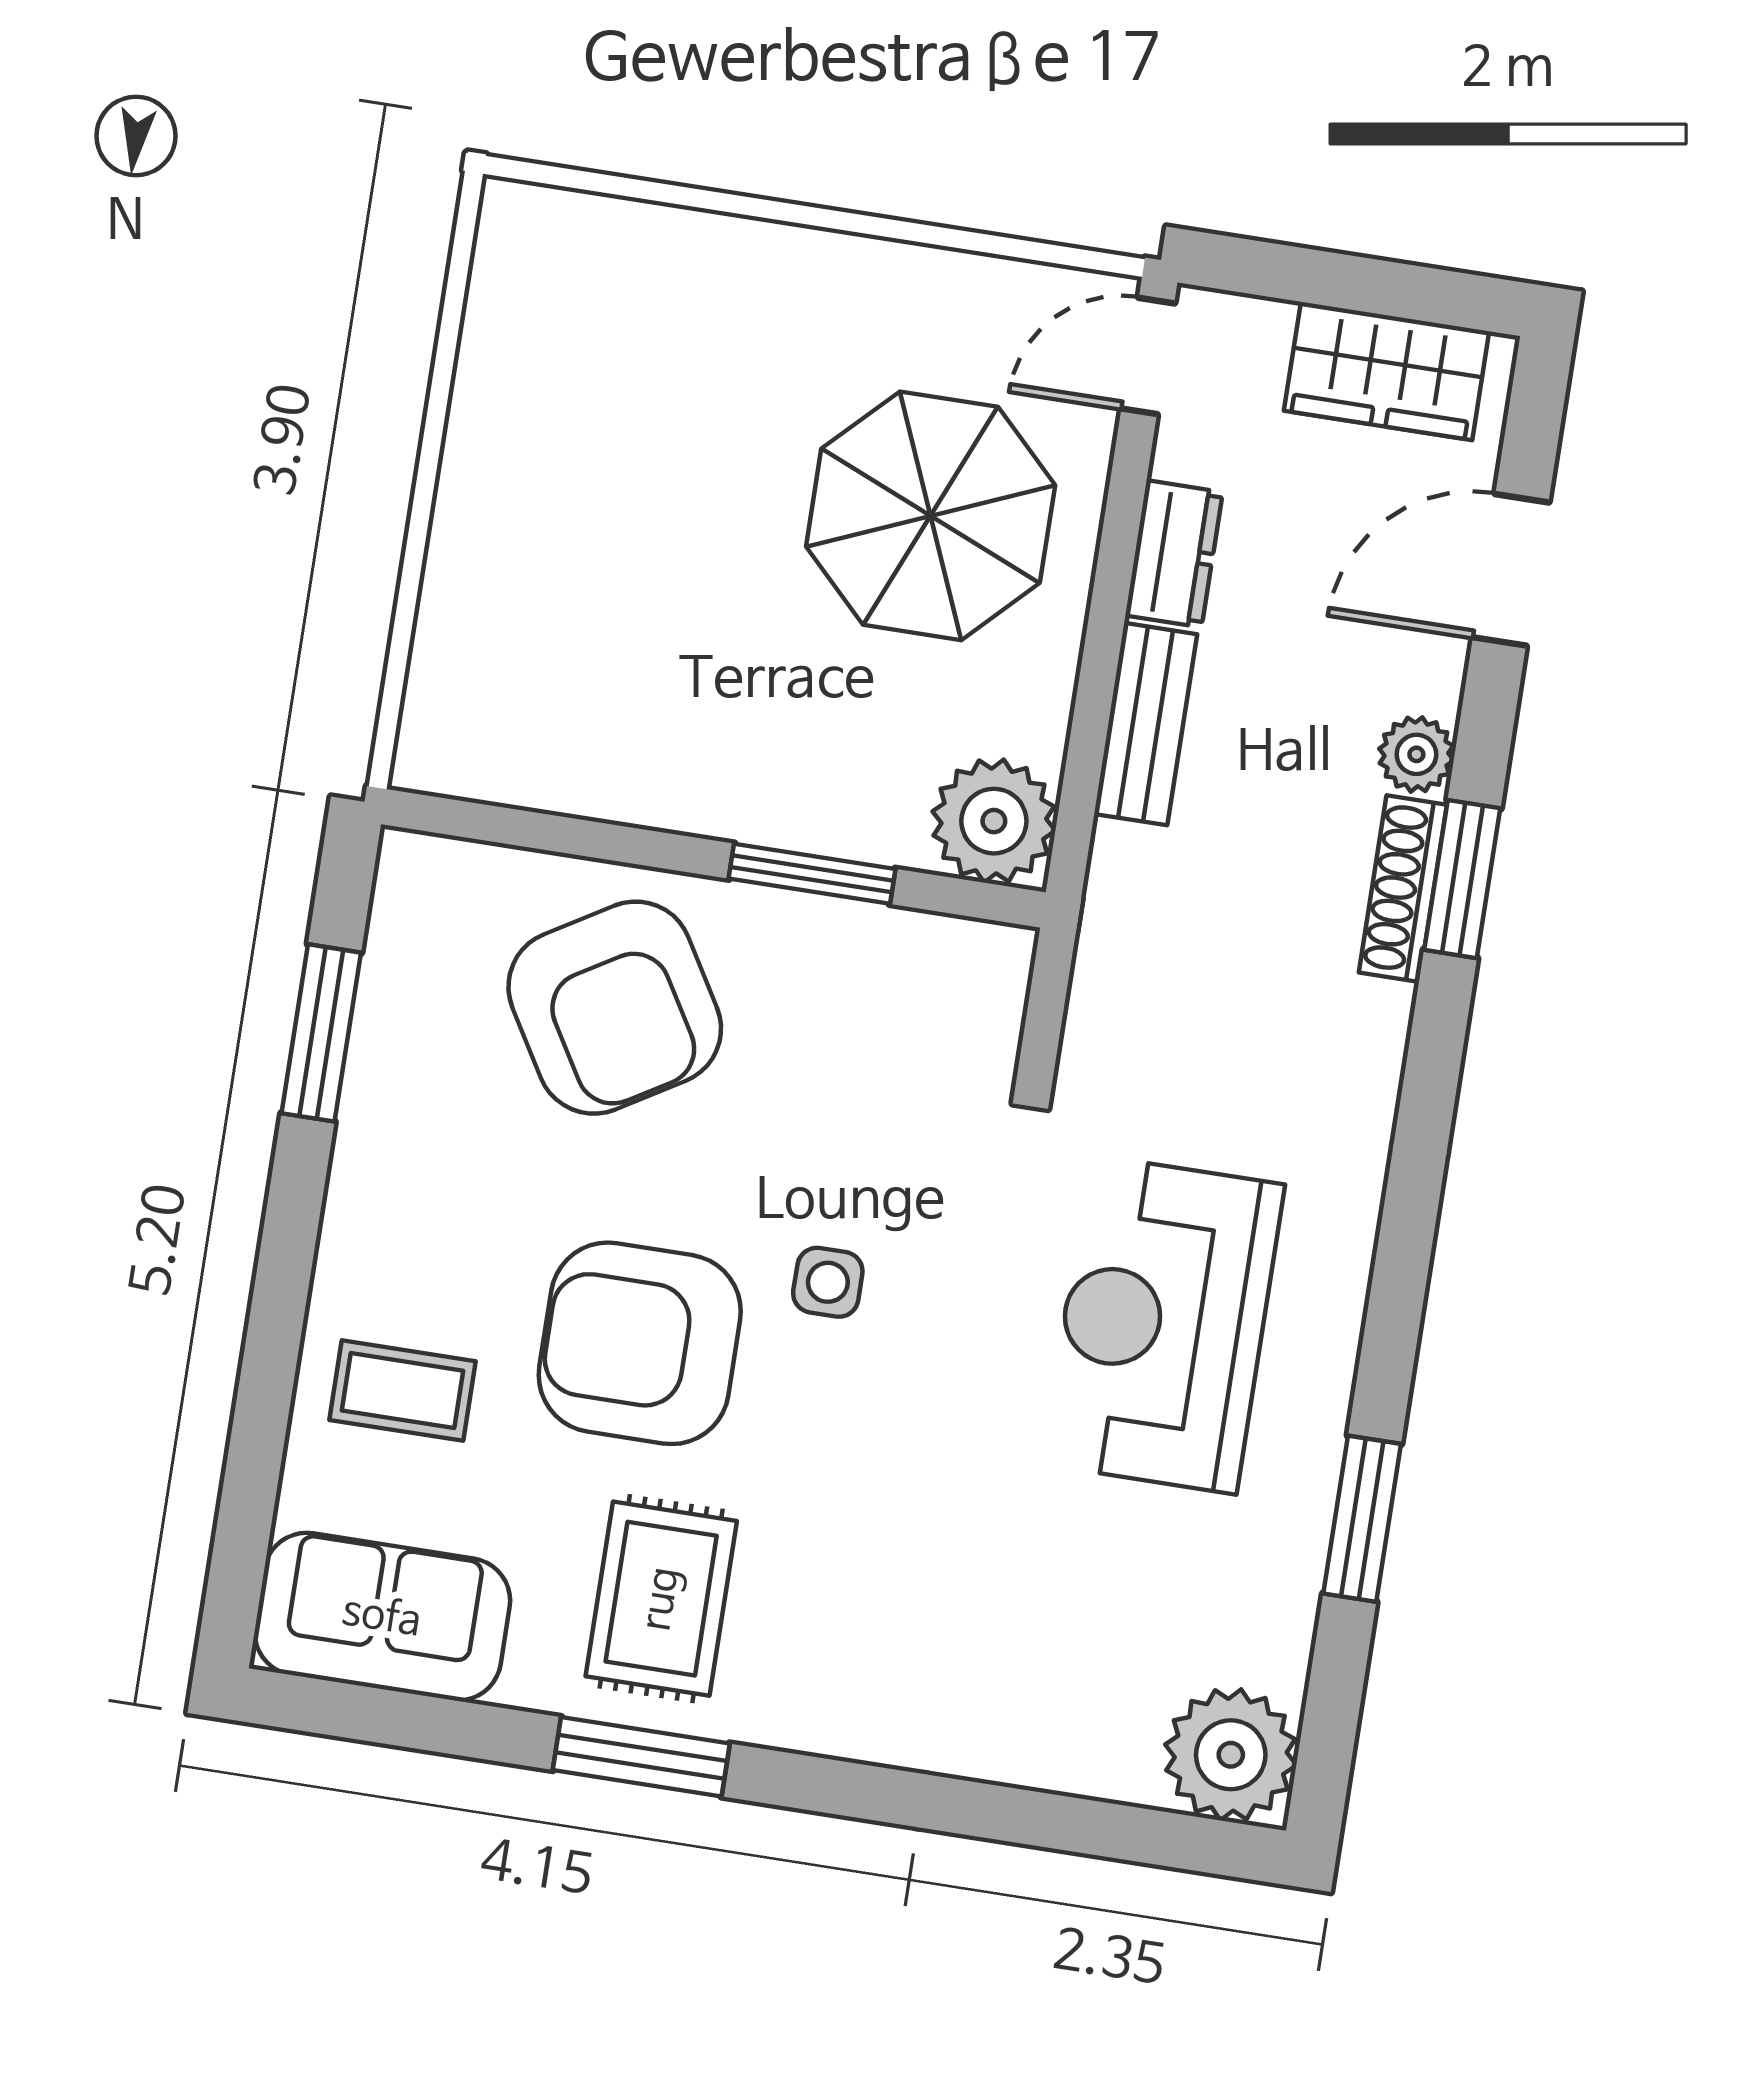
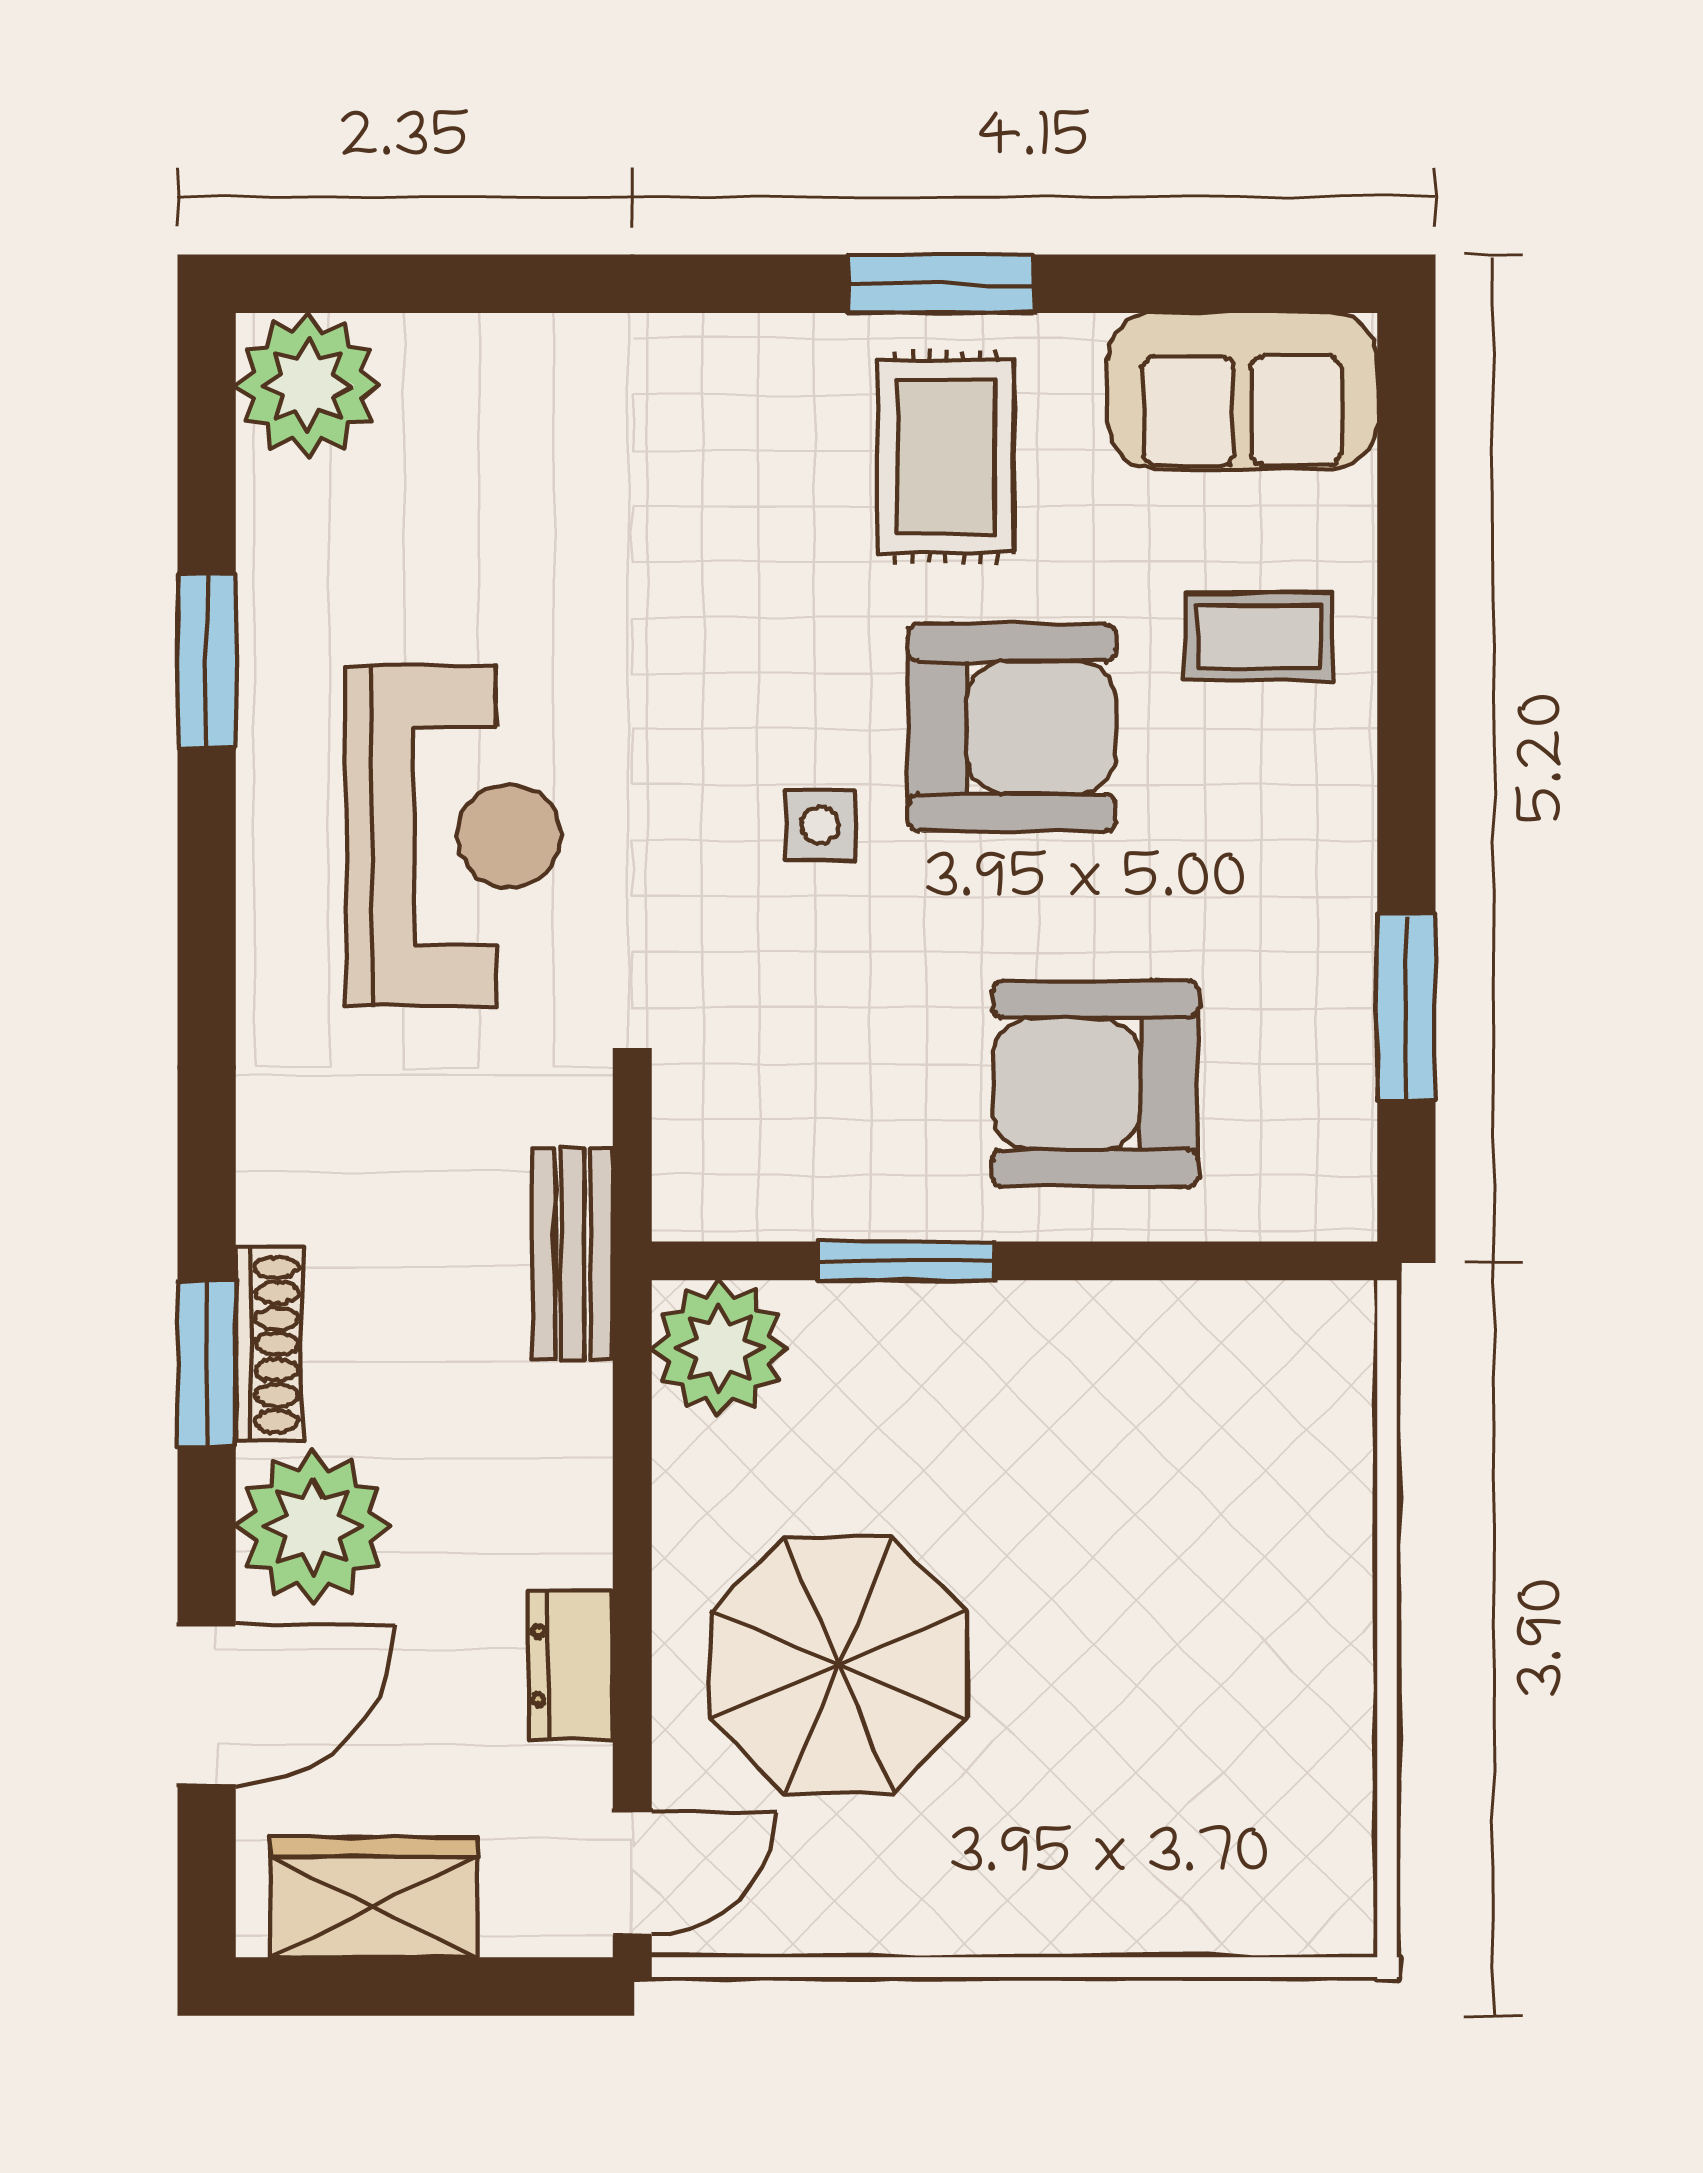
bench: (1146, 724) -> (573, 1254), moved
plant: (1416, 754) -> (313, 1527), width x1.87, depth x1.87
armchair: (615, 1008) -> (1095, 1084), turned -59

